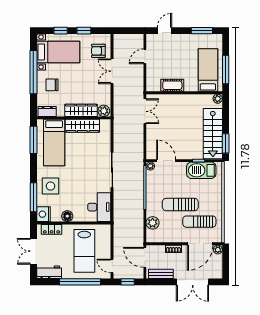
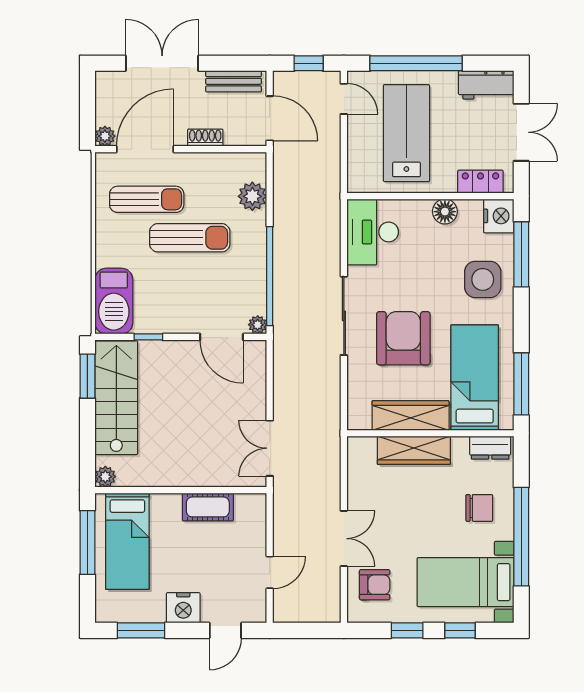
nightstand: (183, 41) -> (183, 608), added
plant: (104, 111) -> (362, 449), removed
armchair: (86, 160) -> (403, 338), added
barbecue: (201, 170) -> (114, 301), moved, turned 90

